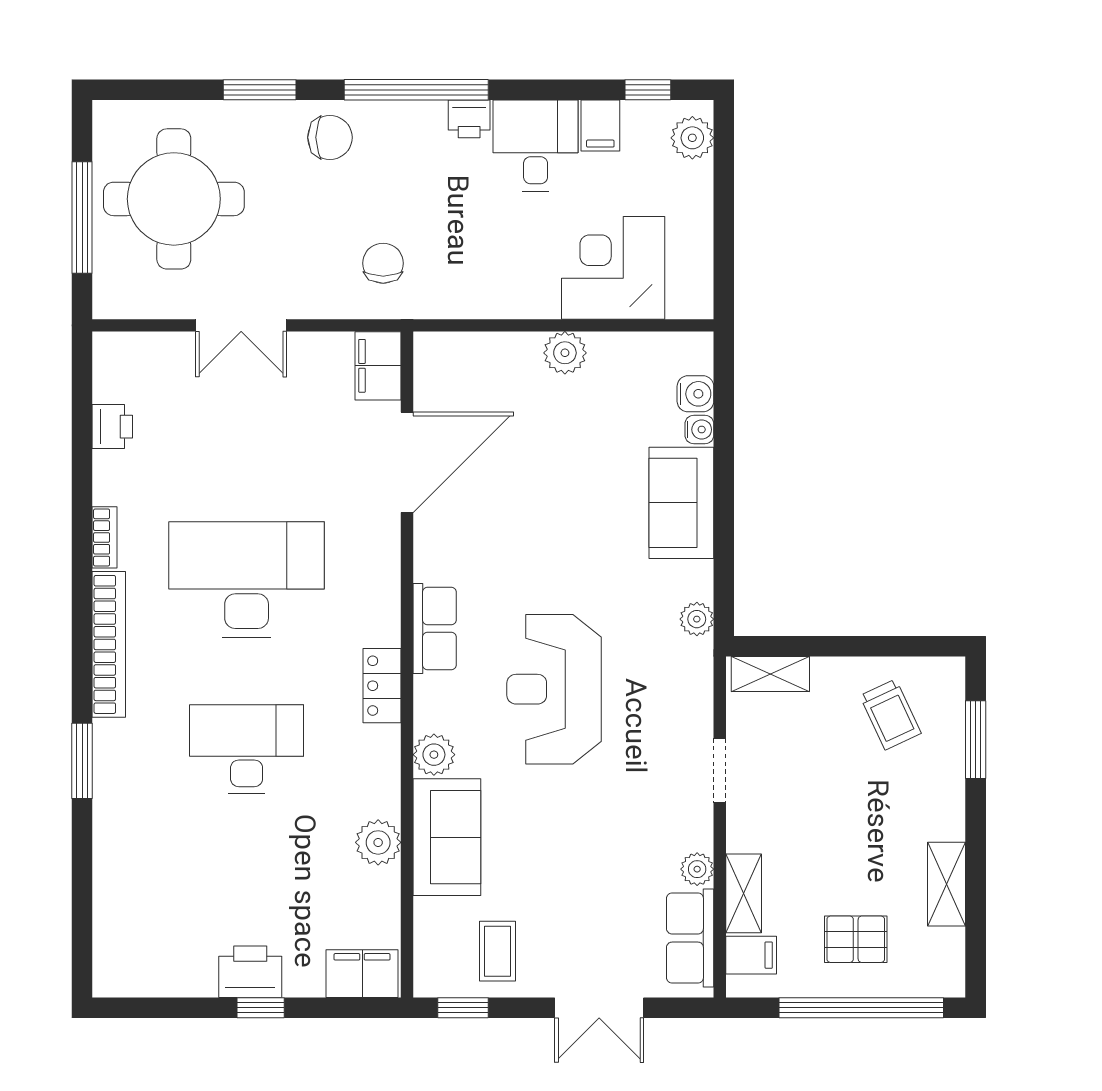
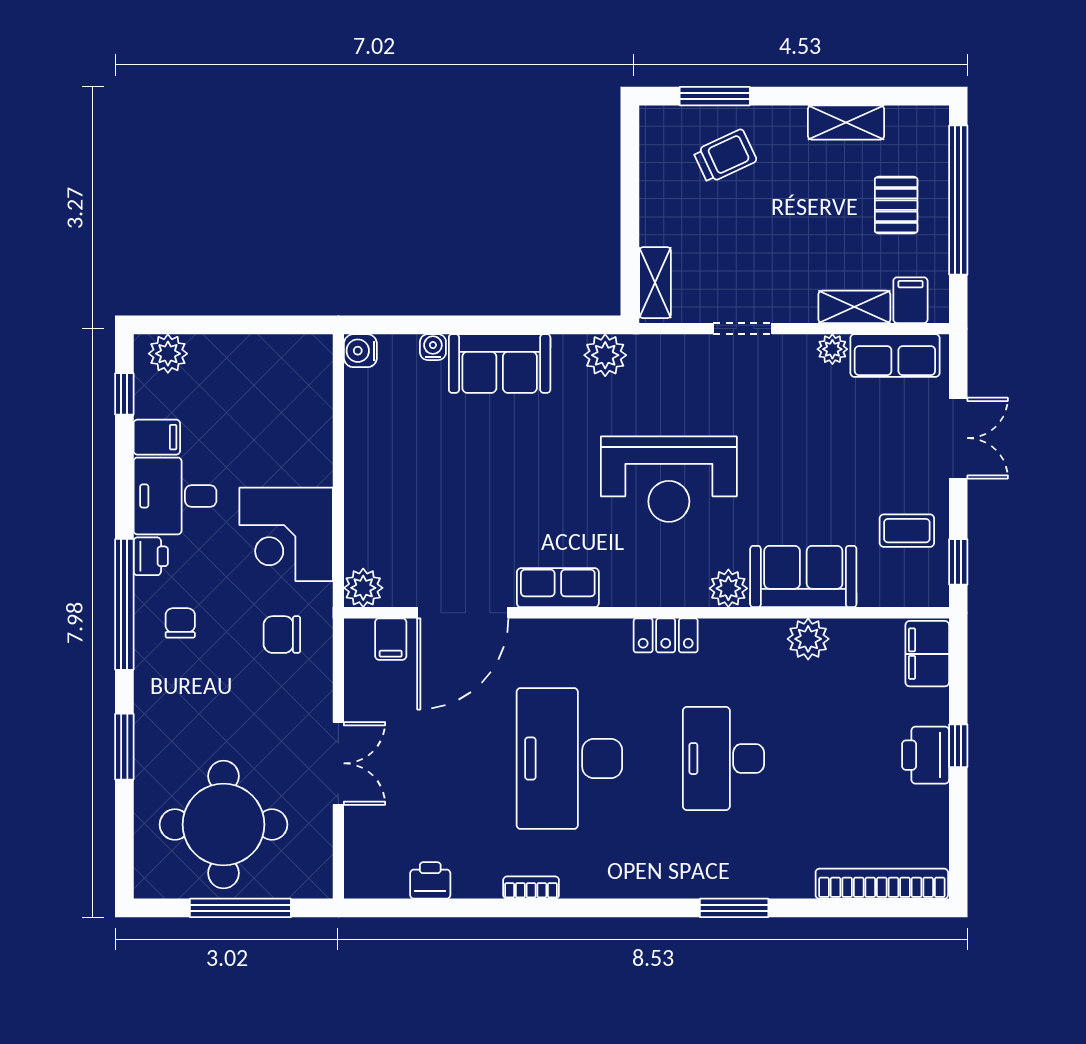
chair: (330, 137) -> (180, 623), moved, width x0.73, depth x0.73
corner desk: (613, 268) -> (286, 534), moved
plant: (565, 353) -> (363, 588), moved
filing cabinet: (378, 366) -> (391, 639), width x0.50
water cooler: (695, 394) -> (360, 351), moved, turned -90
door: (407, 462) -> (463, 613), swing flipped
plant: (697, 619) -> (605, 355), width x1.38, depth x1.38
row of seats: (435, 628) -> (558, 588), moved
bookcase: (109, 644) -> (882, 884), moved
trolley: (890, 715) -> (725, 156), moved

